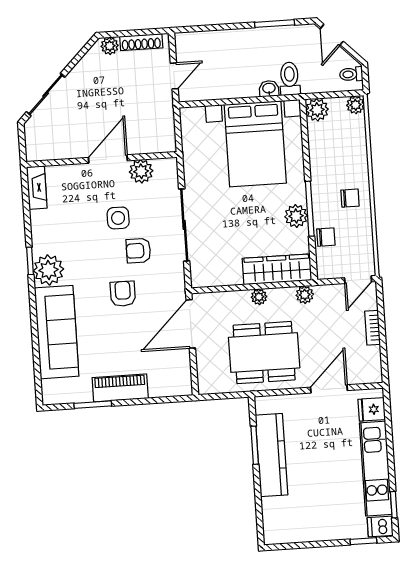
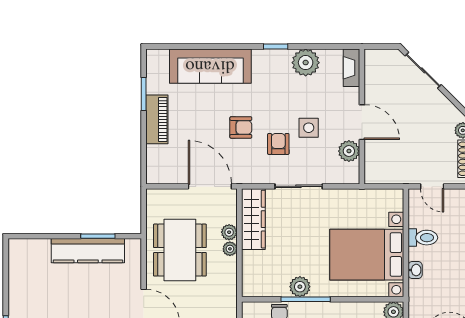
toilet: (290, 79) -> (423, 238), moved
fireplace: (37, 188) -> (352, 68), moved, turned 90
sliding door: (184, 225) -> (299, 186), width x0.73
wardrobe: (277, 269) -> (253, 219), moved
plant: (49, 270) -> (306, 63), moved
plant: (305, 295) -> (229, 232), moved

